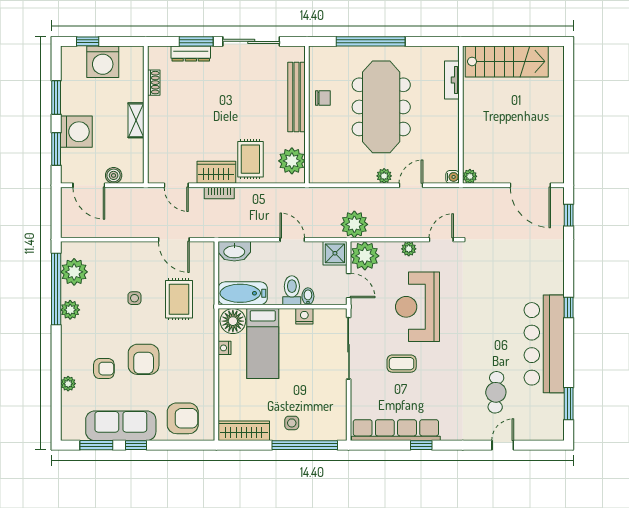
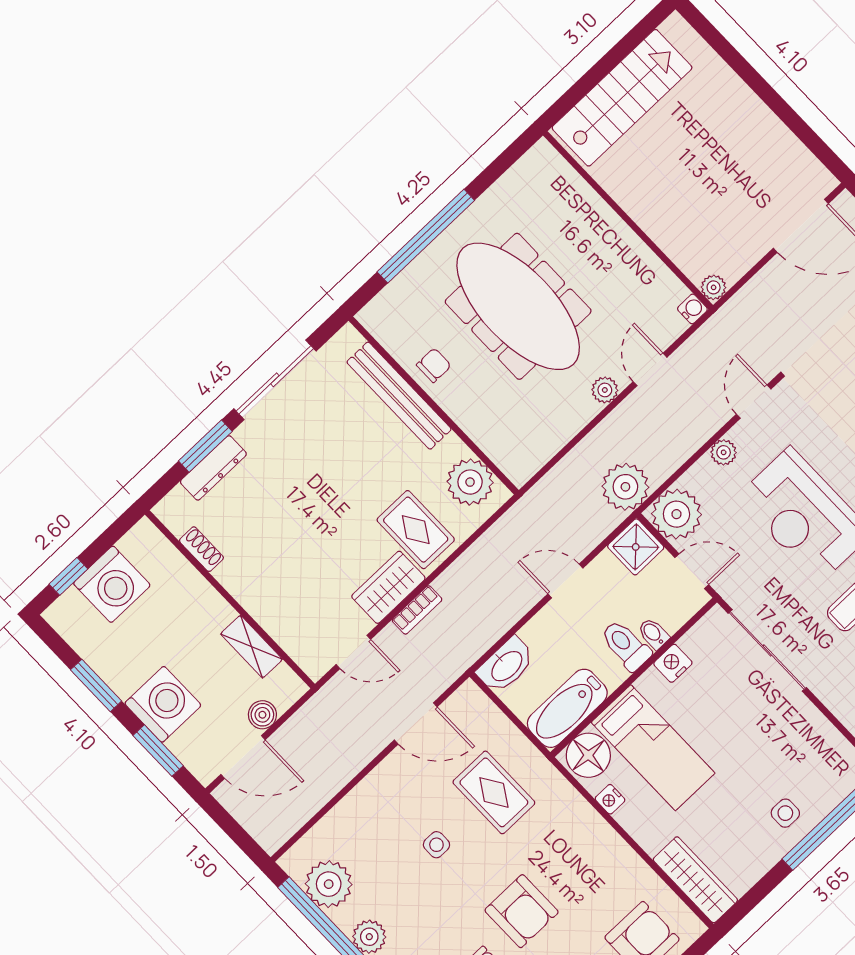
tv unit: (452, 80) -> (575, 187), removed
shelving: (136, 120) -> (251, 647), moved
wardrobe: (244, 431) -> (695, 880), moved, turned 90

